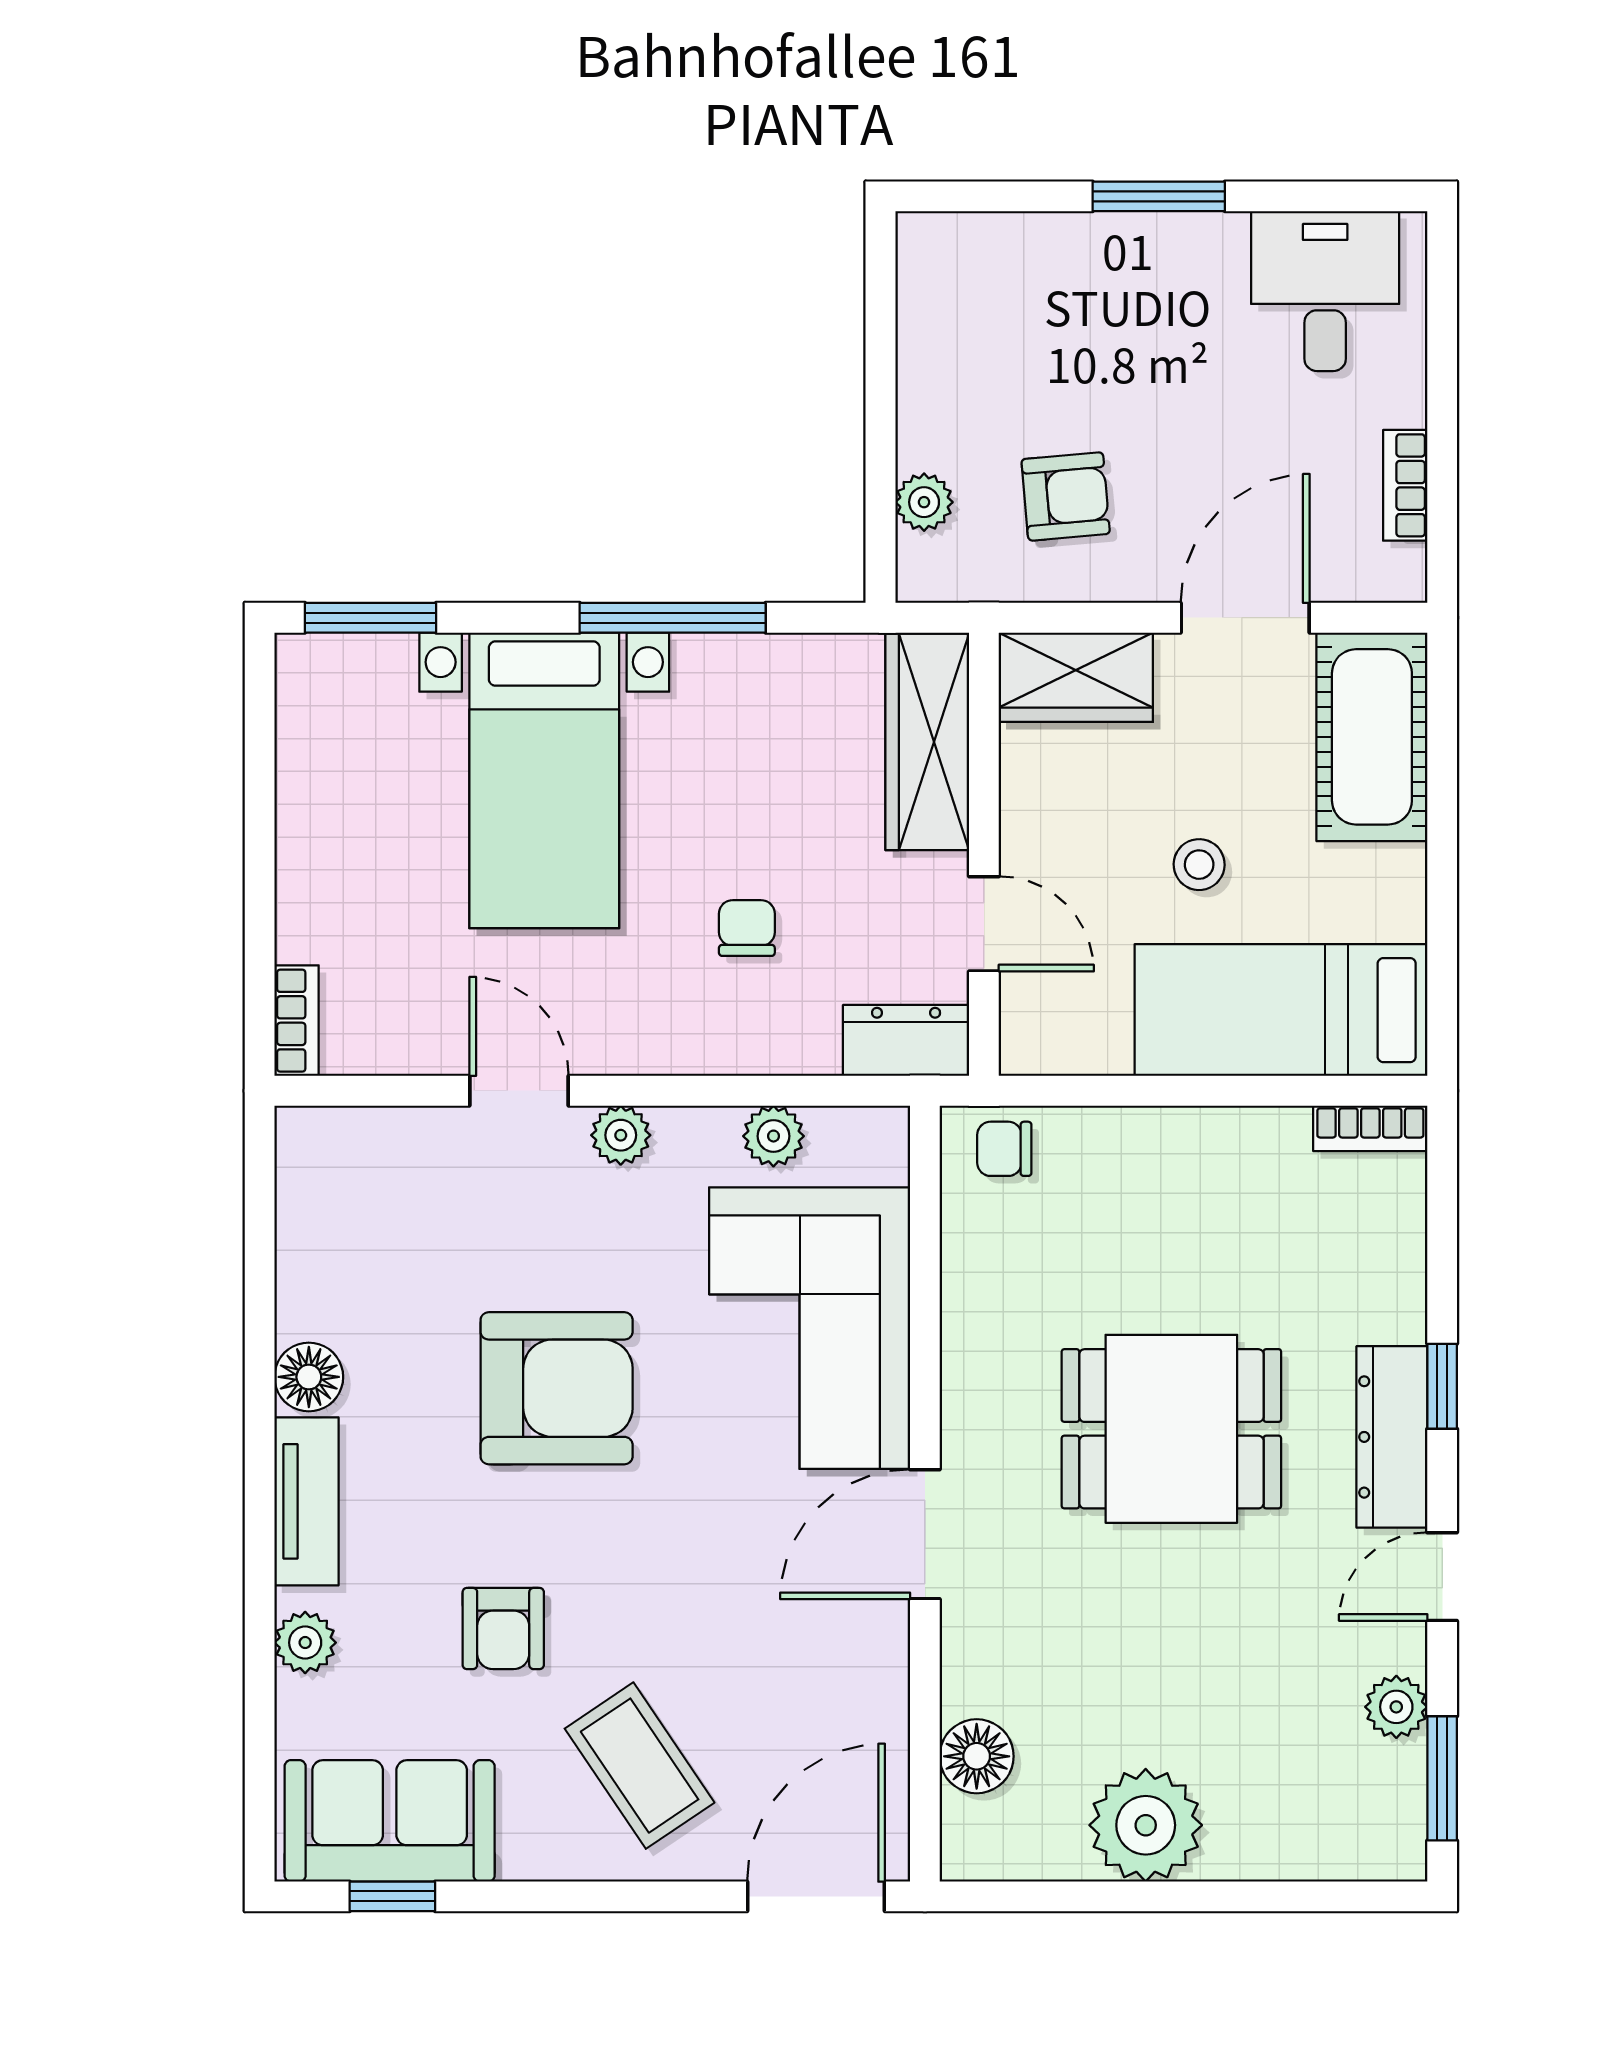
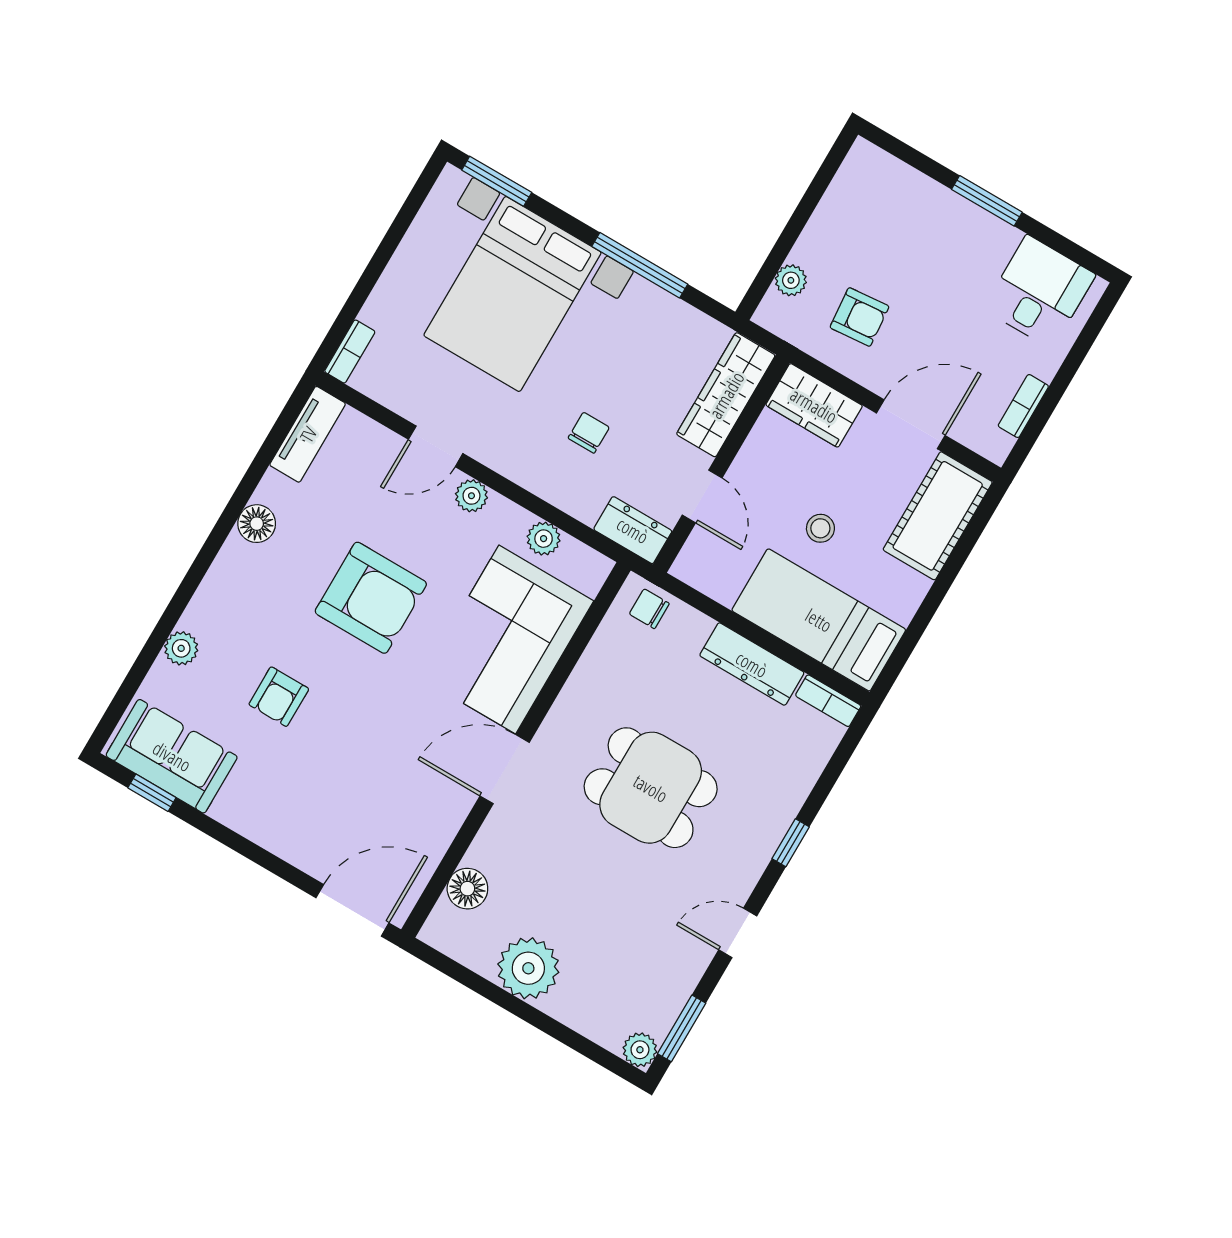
bed with nightstands: (544, 780) -> (512, 294), width x1.36
door: (519, 1091) -> (436, 446), swing flipped
dresser: (1392, 1437) -> (752, 664), moved, turned -90
tv unit: (307, 1501) -> (308, 434), moved
plant: (1396, 1707) -> (640, 1050), moved
coffee table: (640, 1766) -> (305, 799), removed

